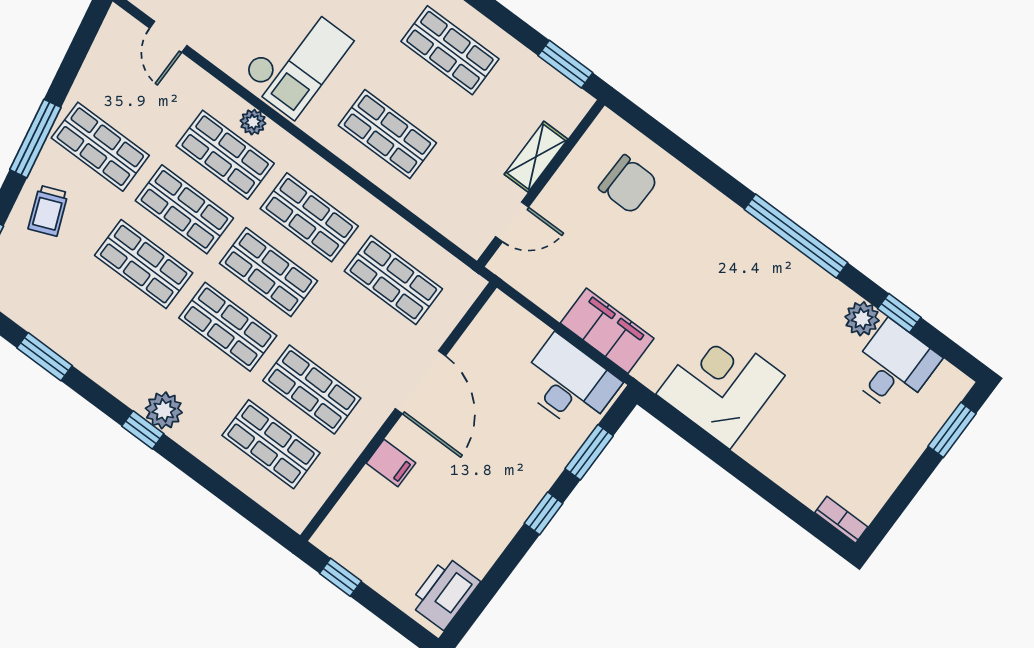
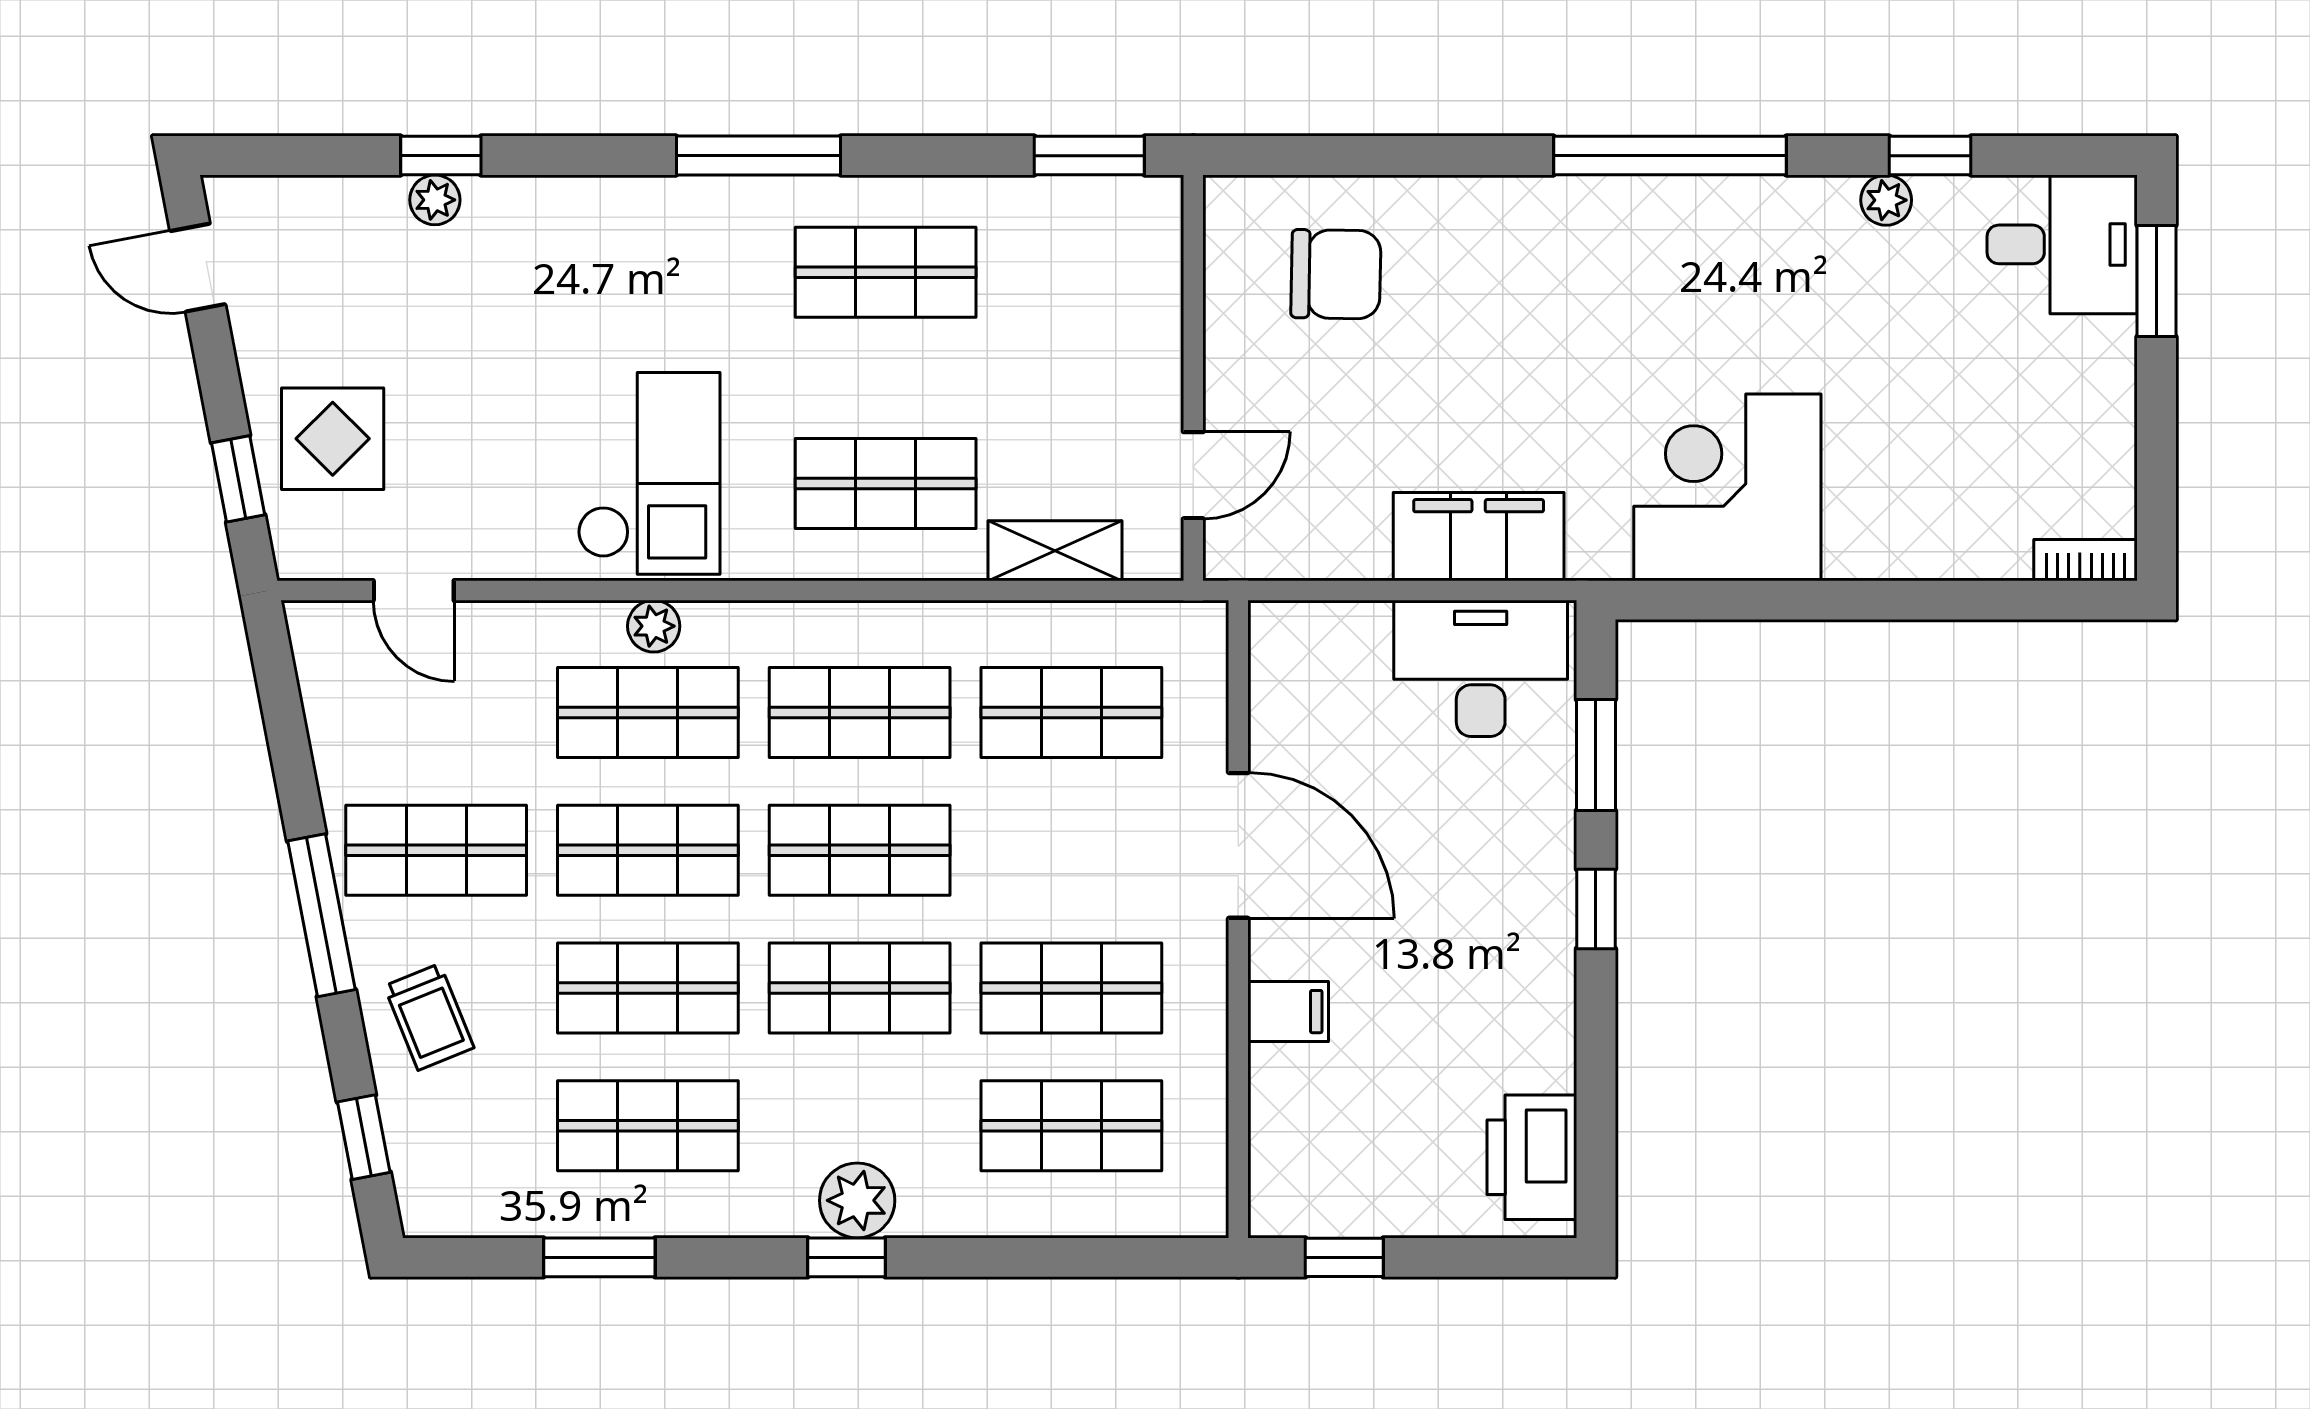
shelving: (536, 157) -> (1055, 551), moved, turned 90
shop shelf: (103, 319) -> (648, 1126), added
plant: (862, 319) -> (1886, 200), width x0.73, depth x0.73
desk: (894, 367) -> (2062, 244), moved, turned 90

